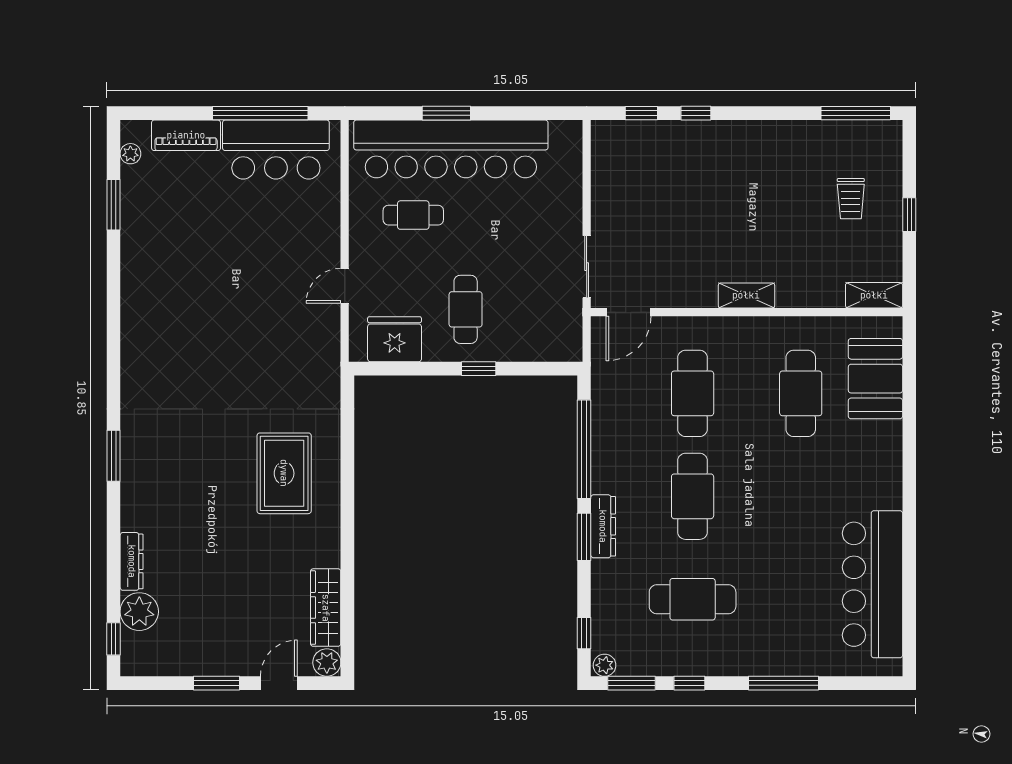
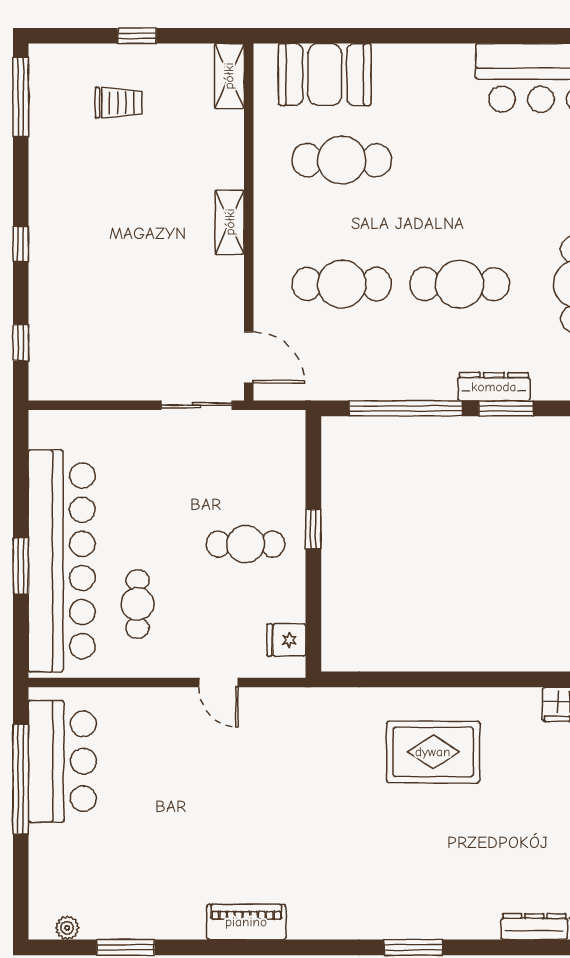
window: (696, 113) -> (21, 244), moved
piano: (186, 135) -> (246, 922), moved, turned -90
fridge: (395, 339) -> (286, 640), width x0.53, depth x0.75

